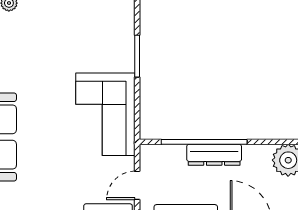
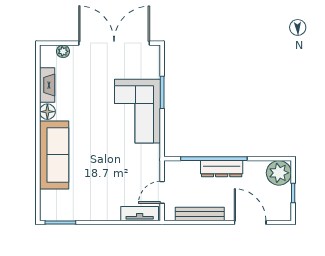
corner sofa: (105, 114) -> (138, 111), moved

